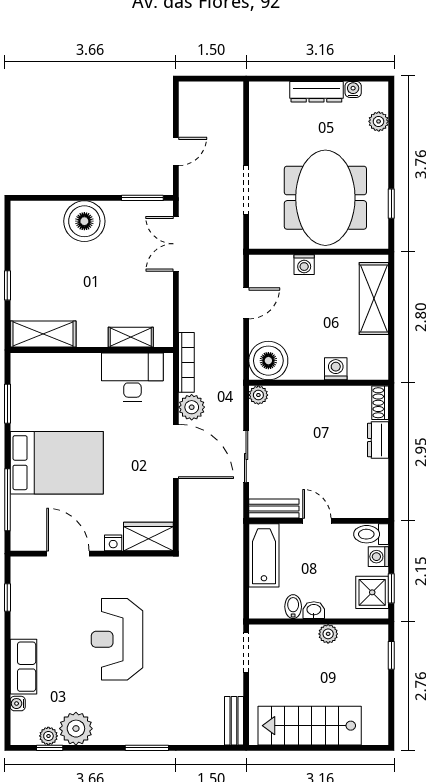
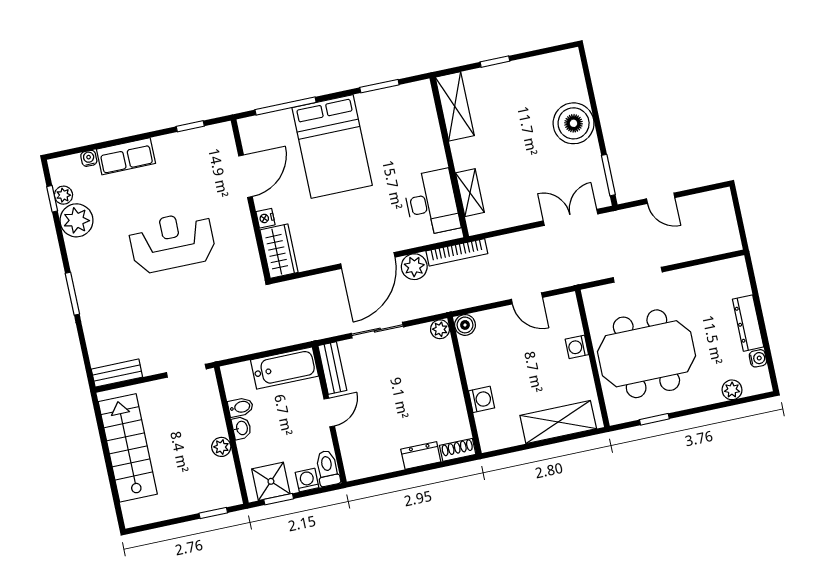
boiler: (268, 361) -> (465, 325), width x0.54, depth x0.54

